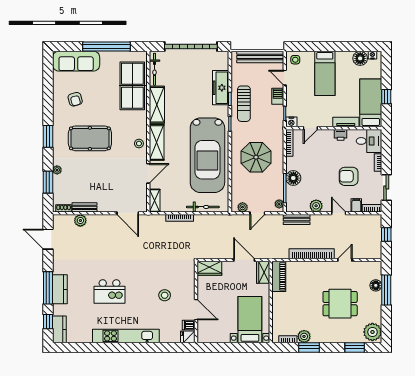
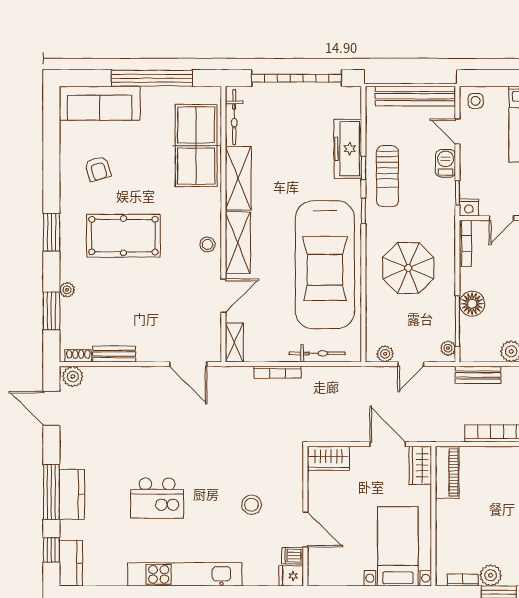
plant: (80, 220) -> (73, 377), moved

